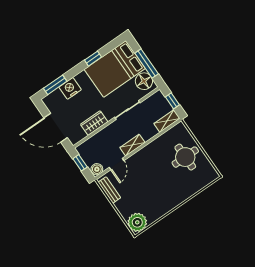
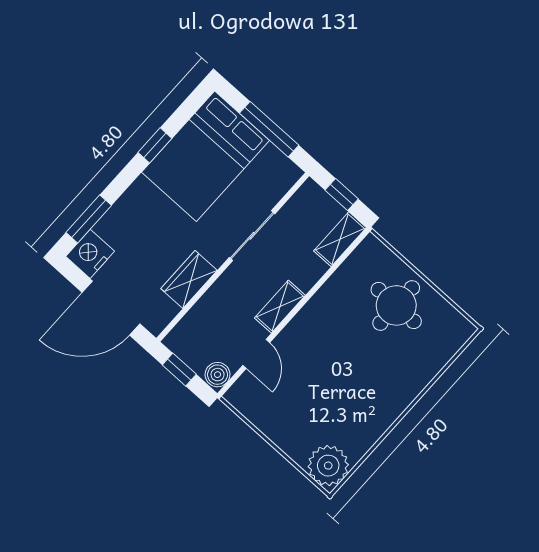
floor lamp: (144, 81) -> (272, 167), removed
nightstand: (70, 88) -> (90, 254), moved
bench: (109, 190) -> (254, 412), removed

